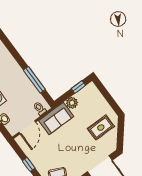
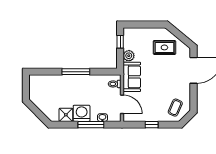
window: (34, 80) -> (76, 72), moved
rug: (101, 128) -> (164, 47), turned 90

